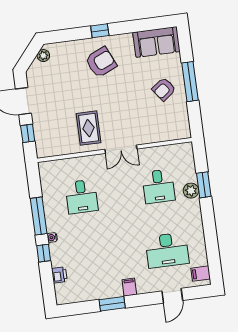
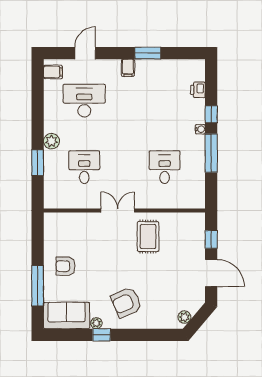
window: (100, 31) -> (102, 335), moved
plant: (127, 38) -> (96, 323), added
window: (190, 82) -> (38, 286), moved
armchair: (164, 89) -> (65, 266), turned -143
plant: (191, 191) -> (51, 141), moved

